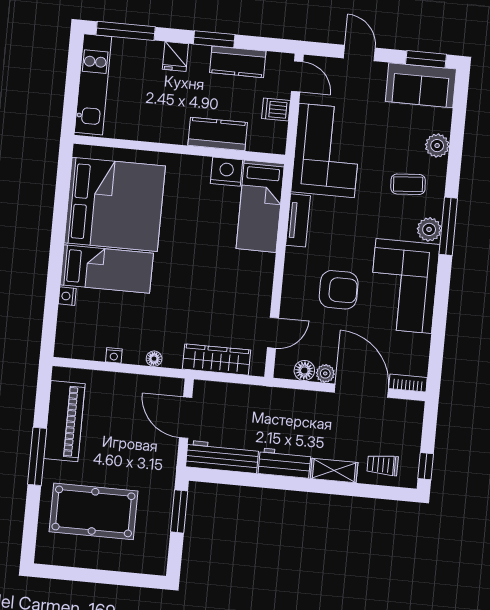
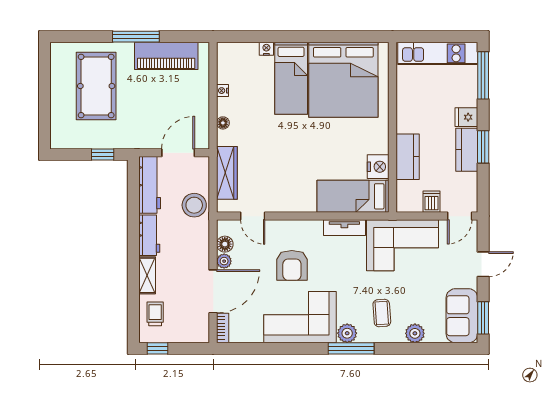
kitchen counter: (238, 62) -> (467, 150), moved
stool: (253, 404) -> (194, 205), added
window: (179, 511) -> (103, 154), width x0.67

